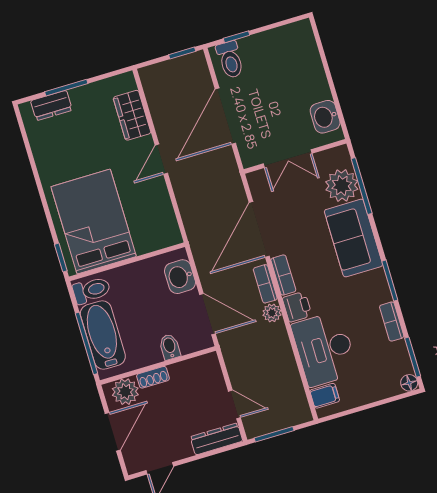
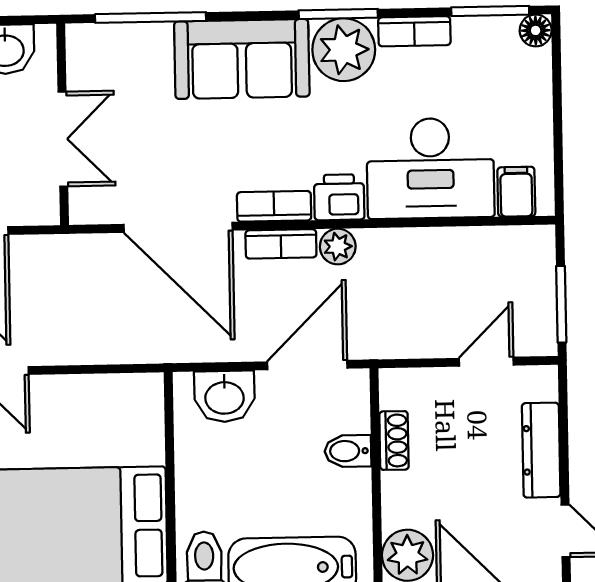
plant: (342, 185) -> (344, 50), moved
shoe rack: (153, 377) -> (394, 440), moved
dresser: (216, 439) -> (541, 450), moved

